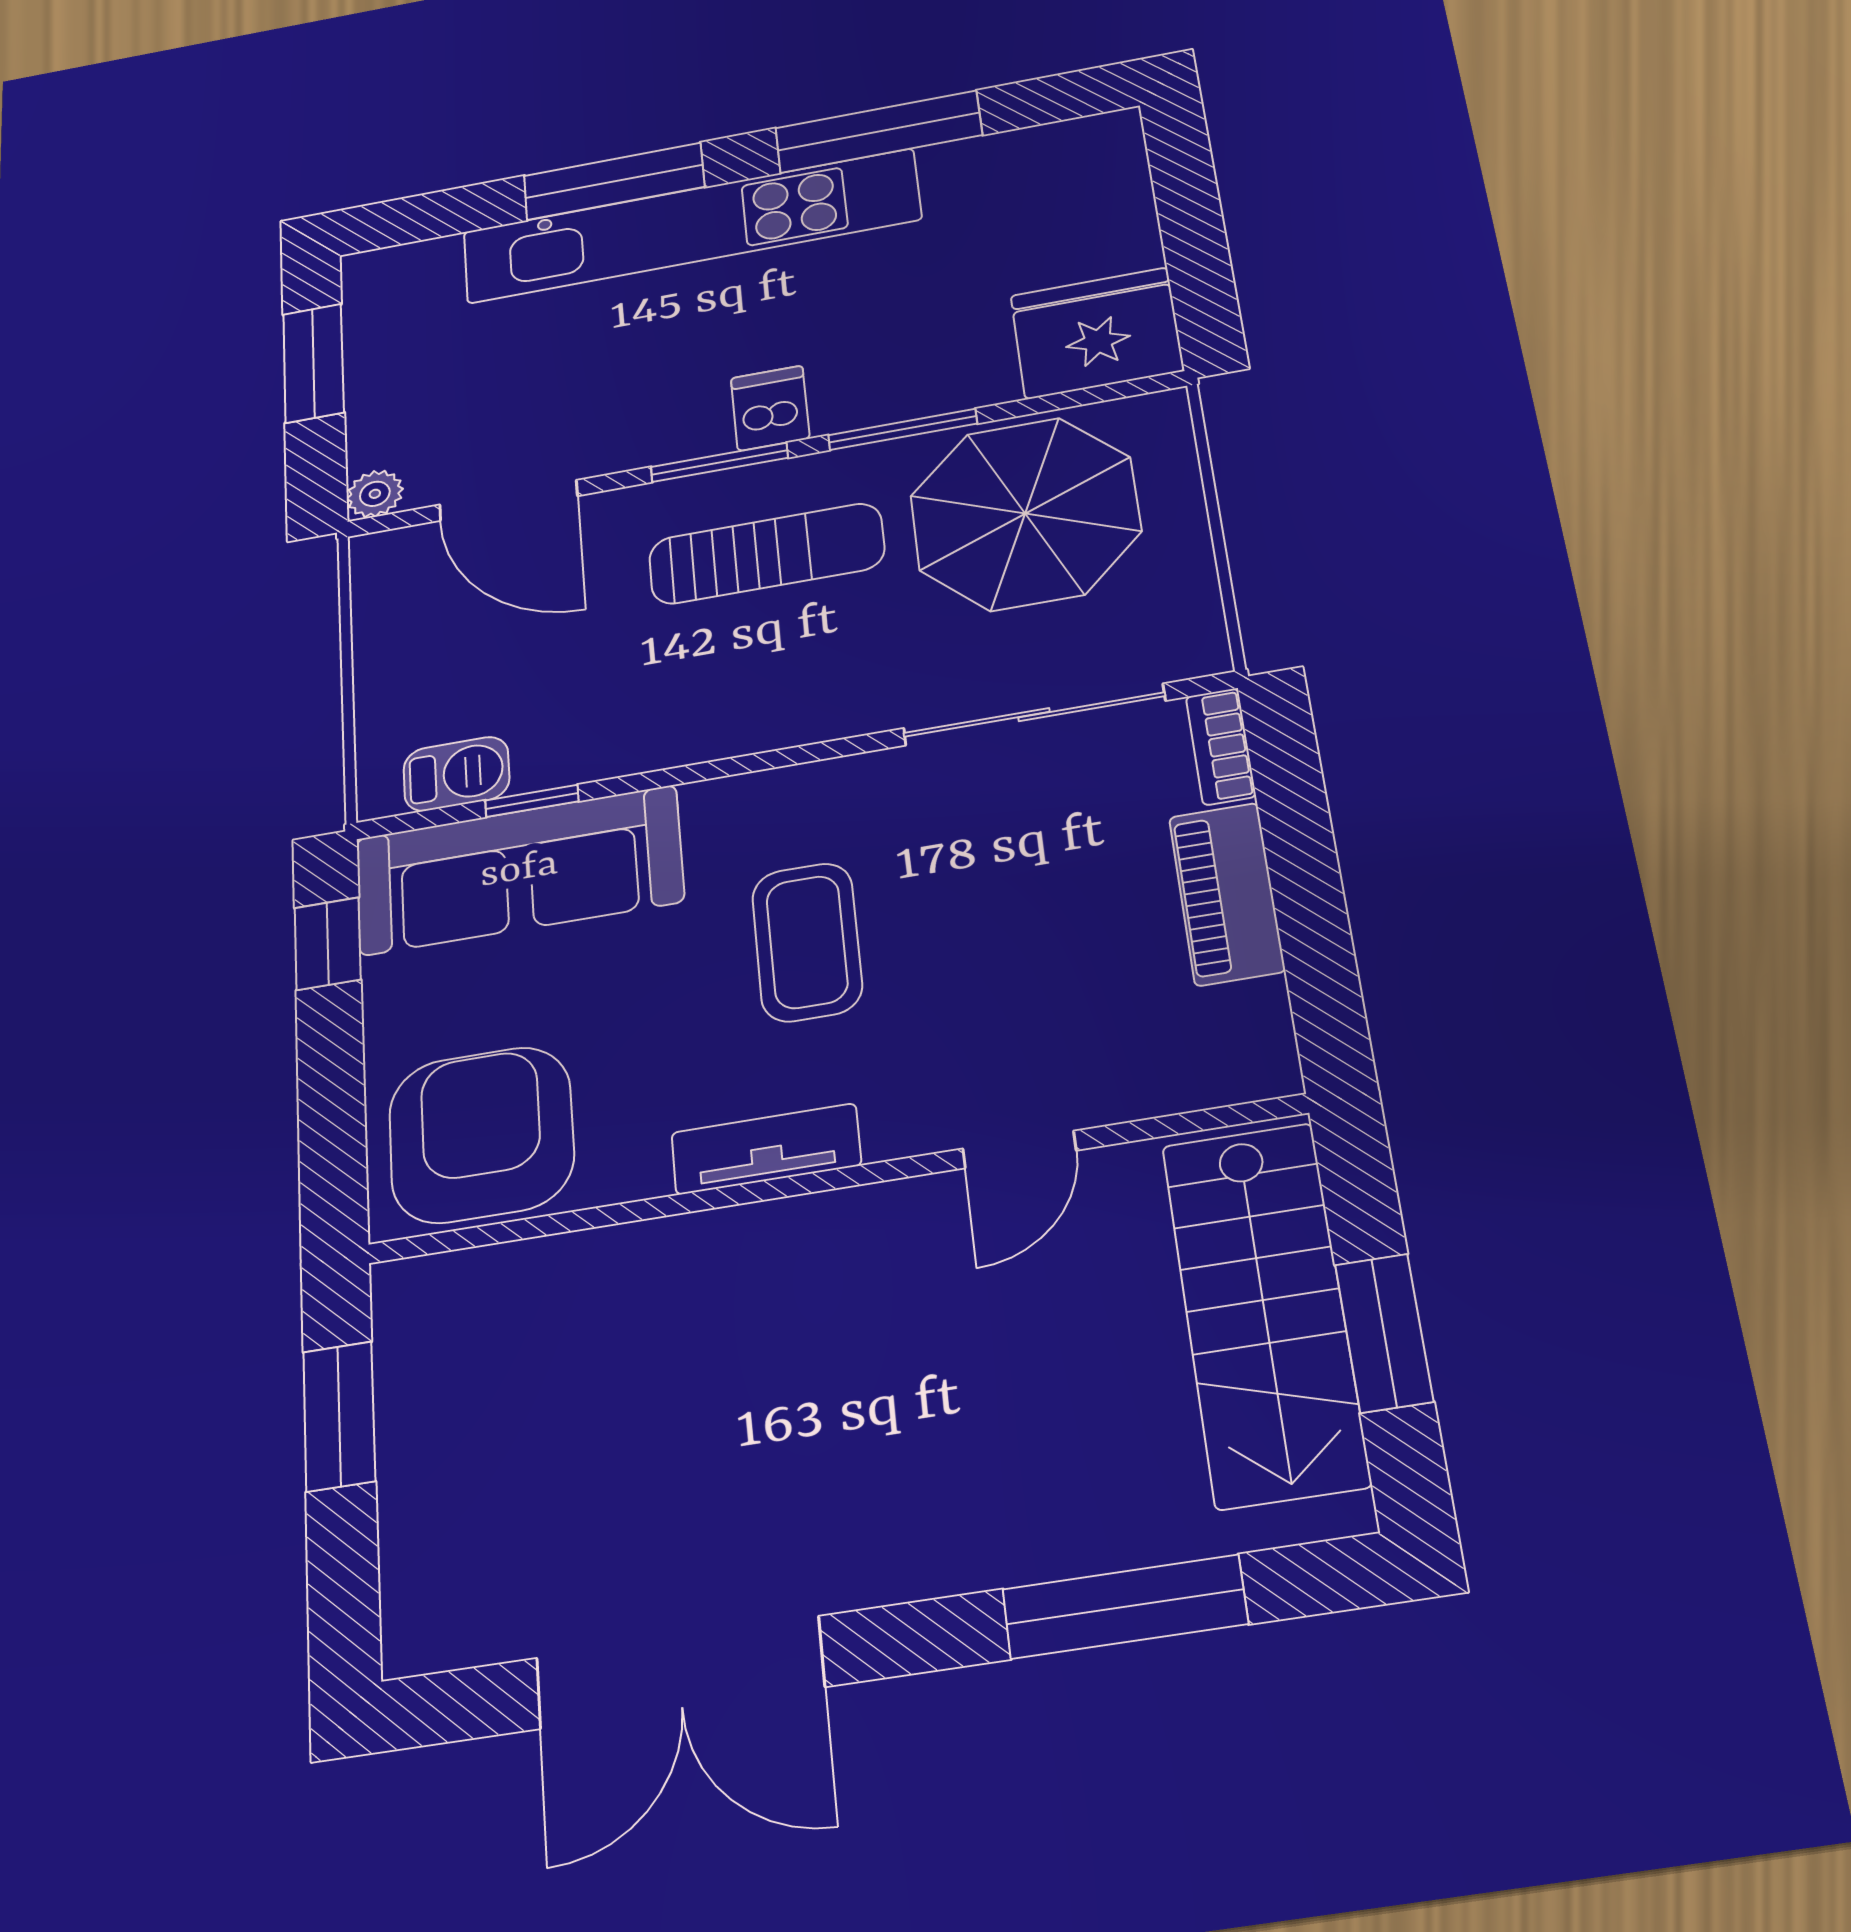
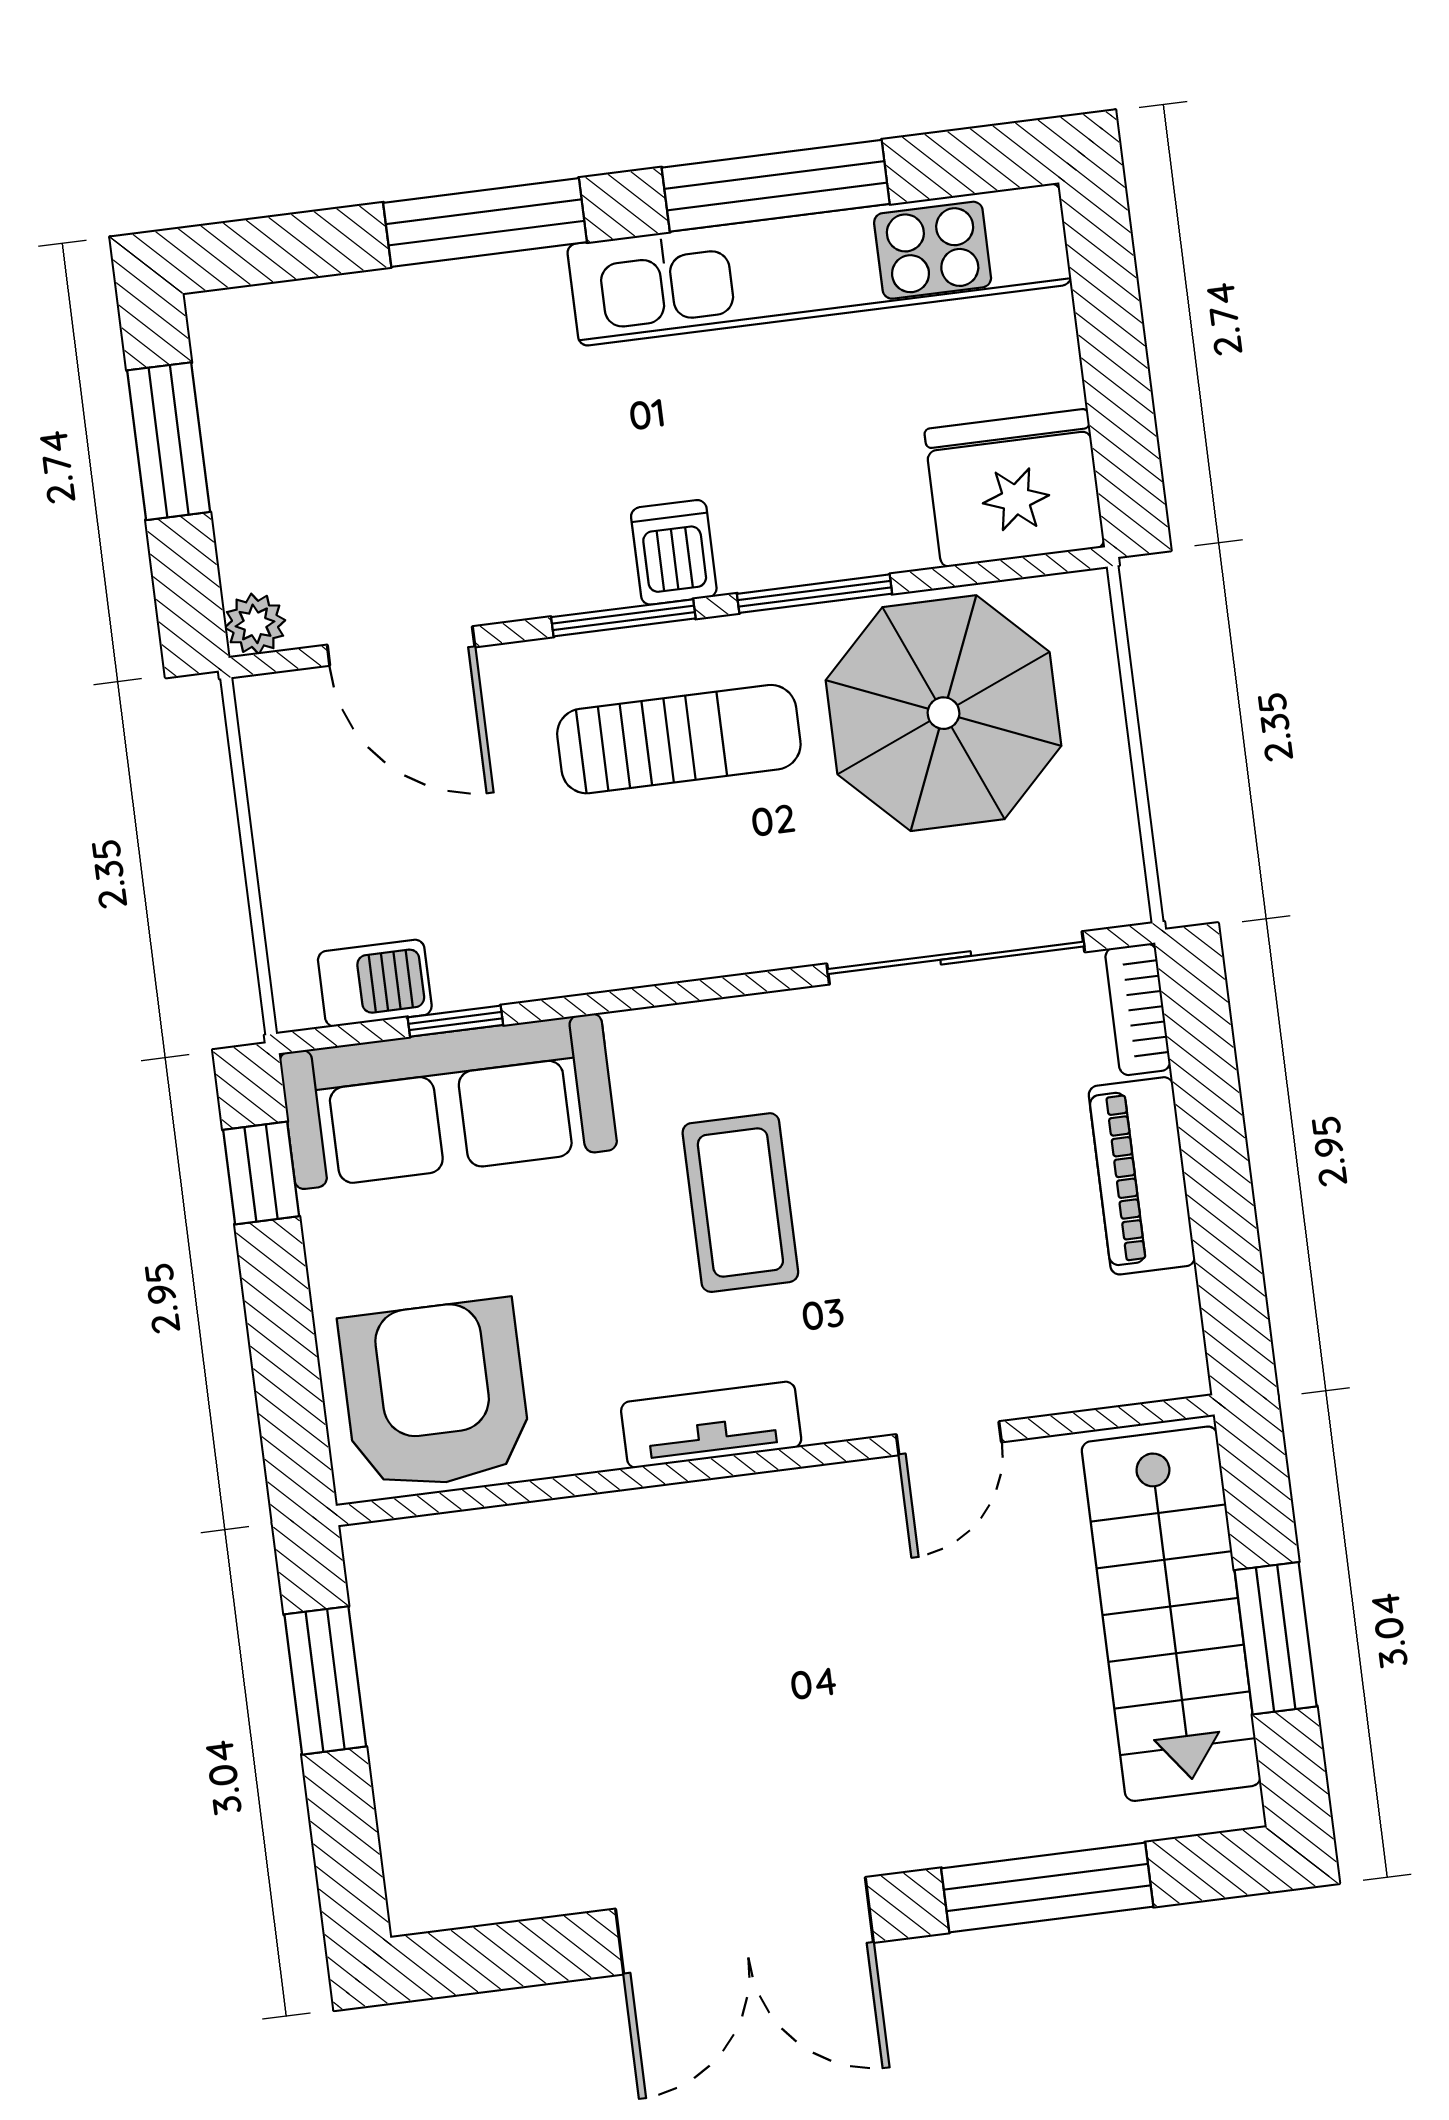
kitchen unit: (690, 226) -> (819, 265), moved
double door: (680, 1672) -> (744, 1926), moved

